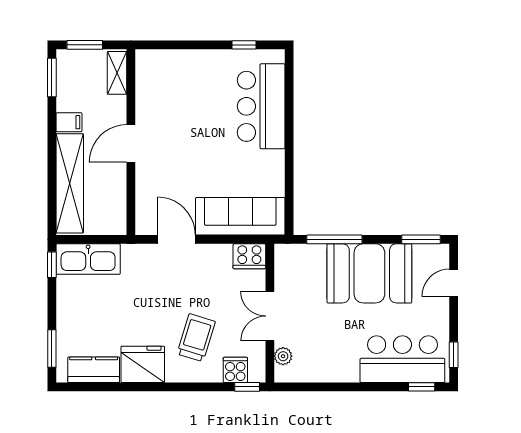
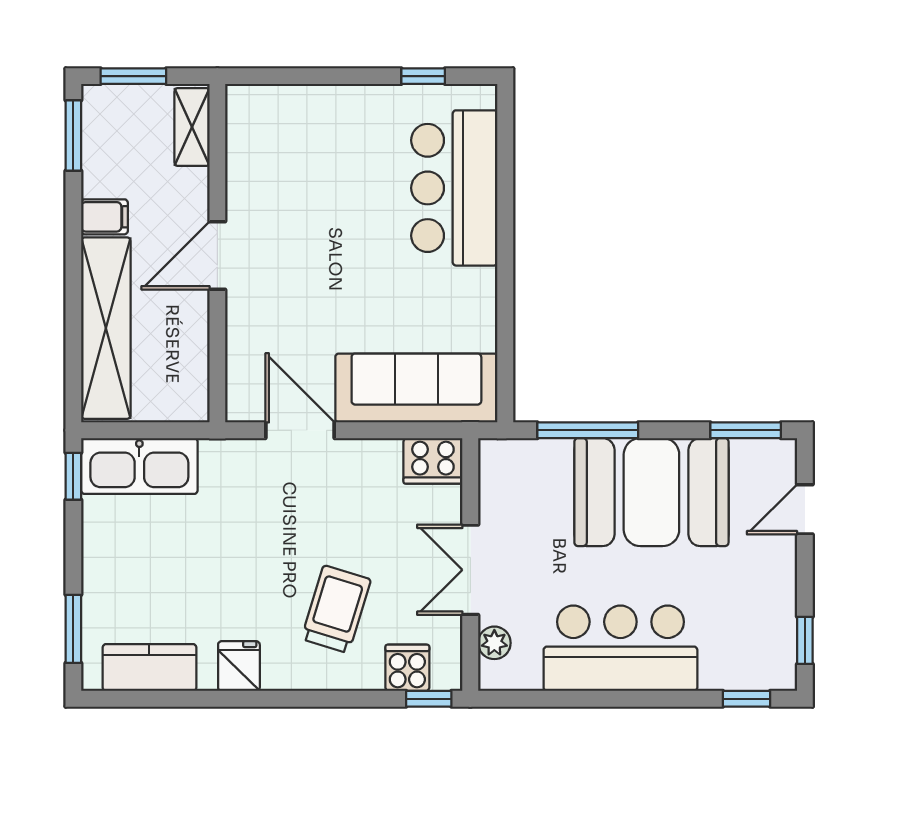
bar counter: (402, 359) -> (620, 648), moved
fridge: (143, 364) -> (239, 666), width x0.53, depth x0.75

